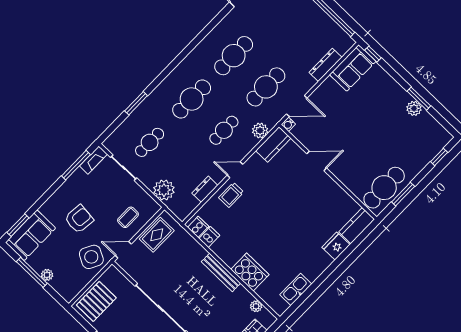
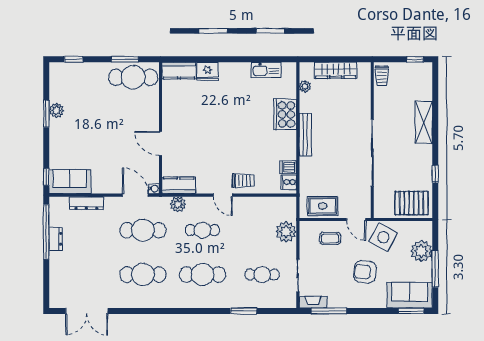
dresser: (205, 189) -> (56, 239), moved, turned -90
plant: (47, 275) -> (421, 251), width x1.88, depth x1.88

